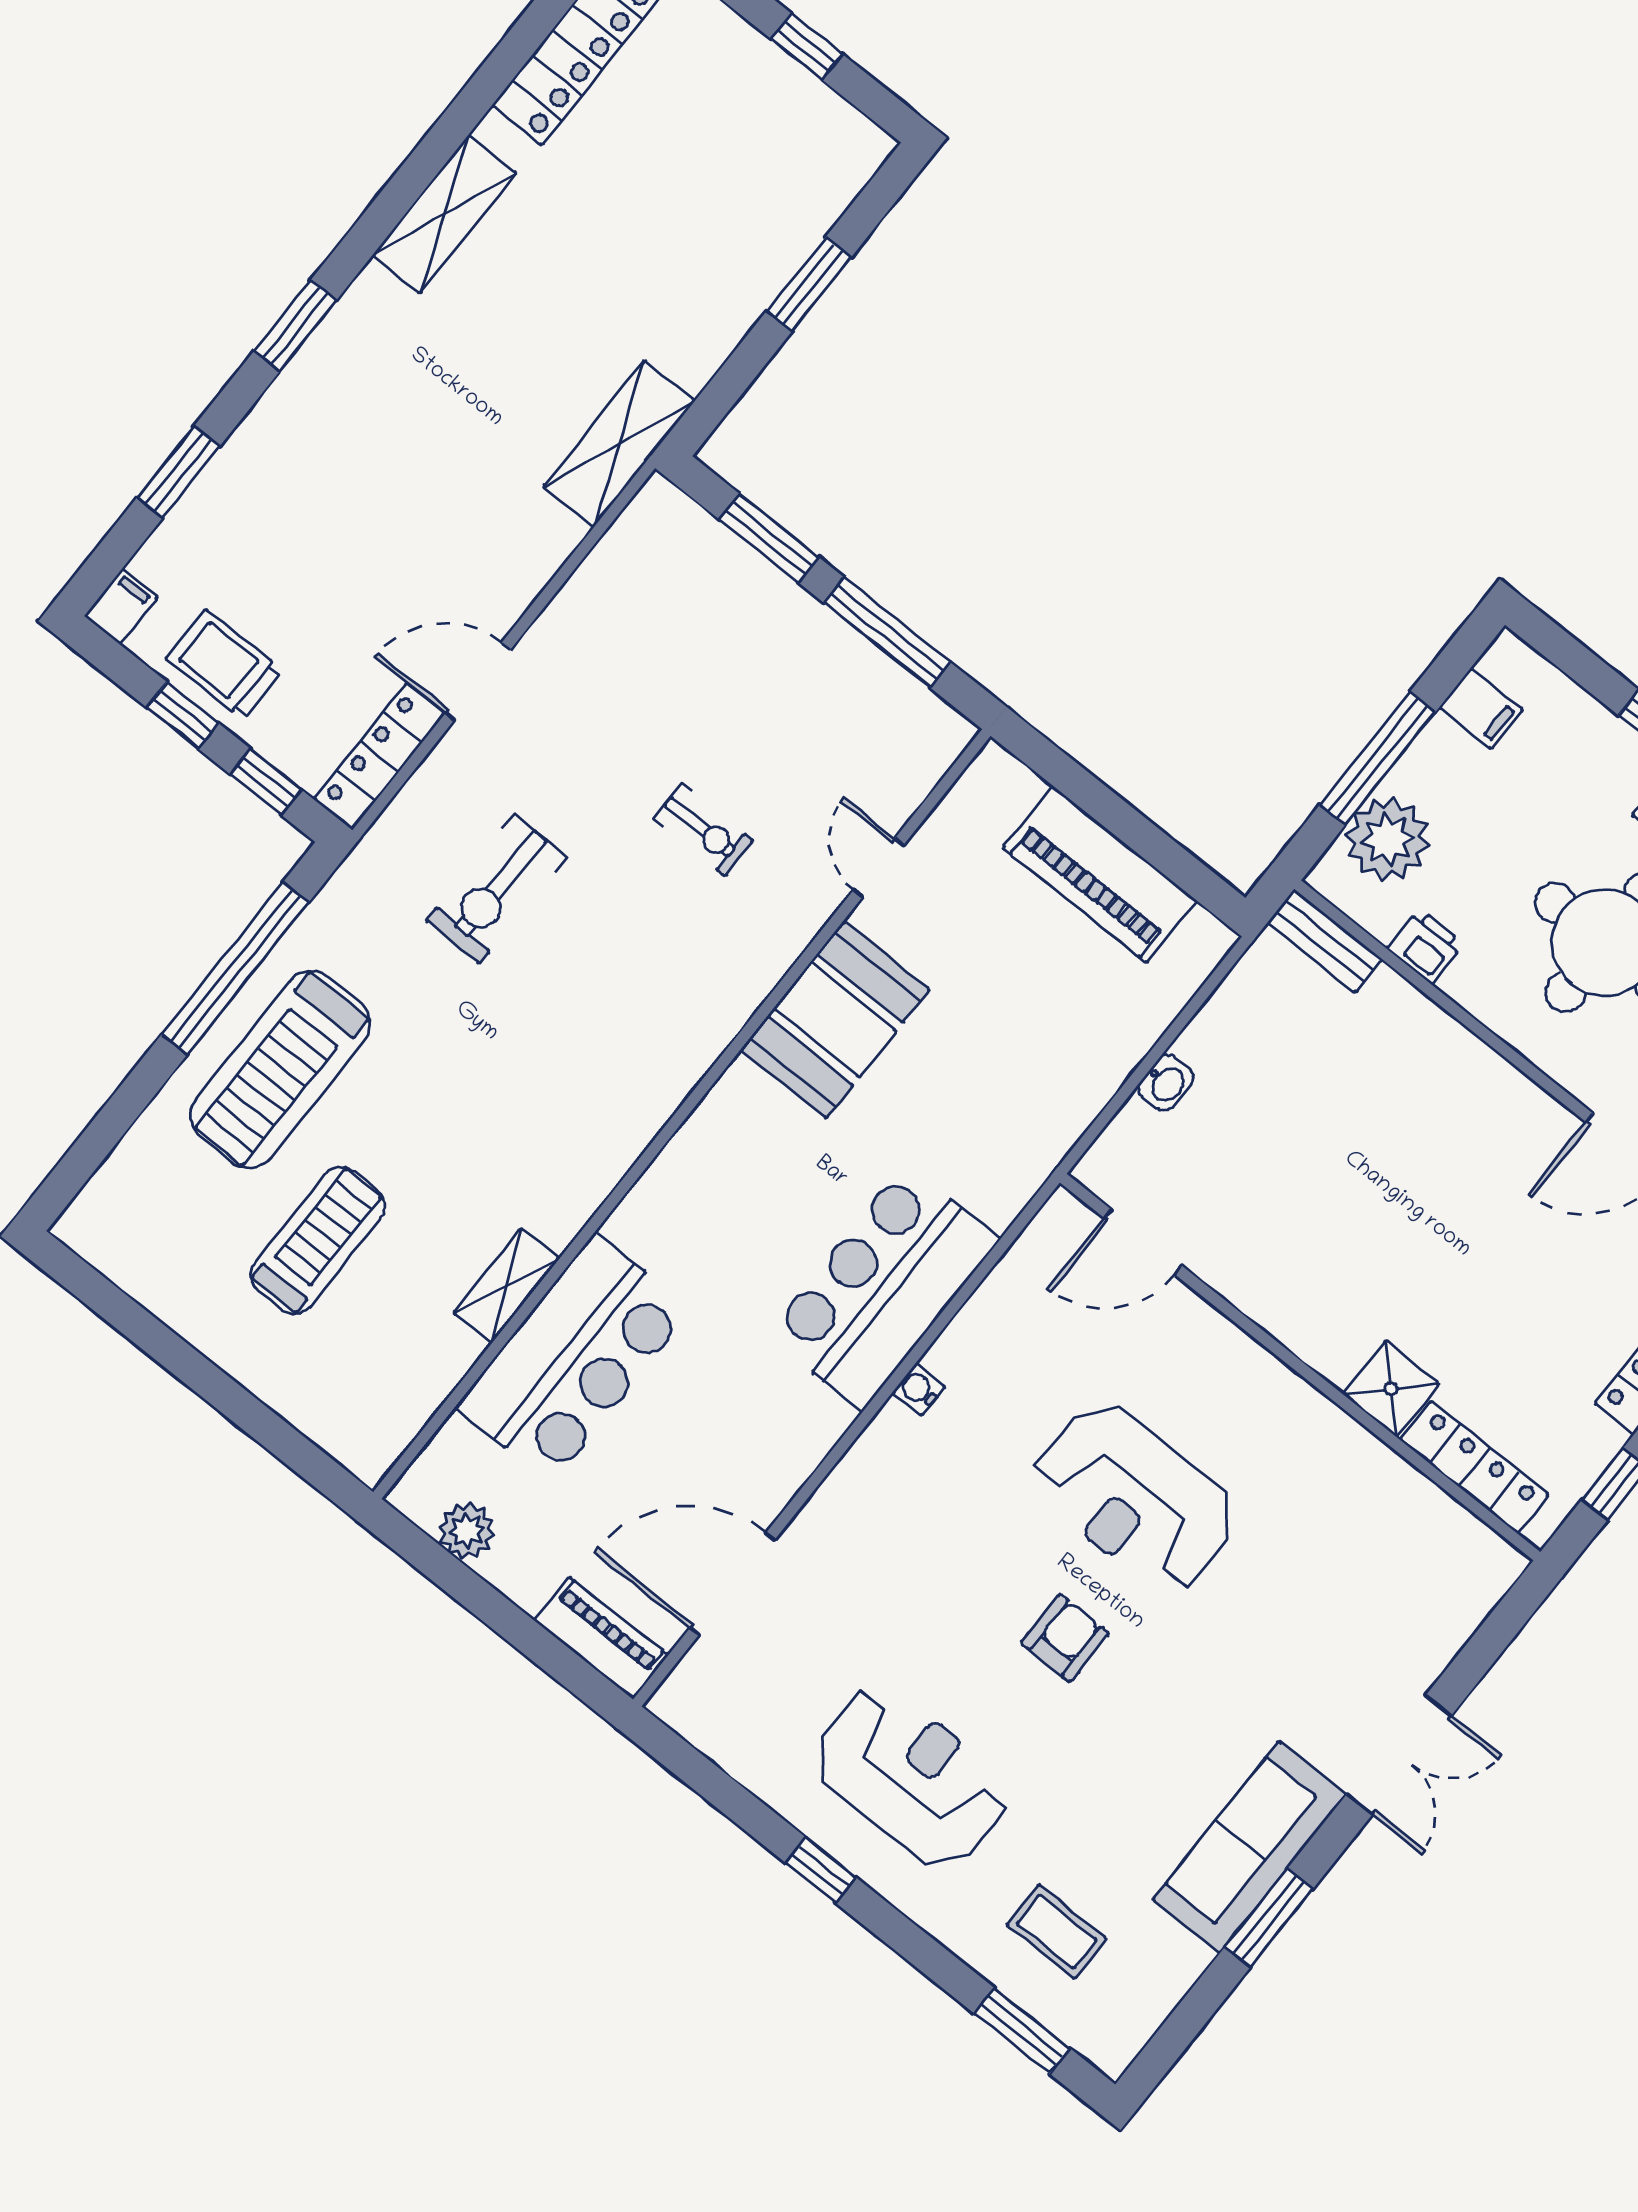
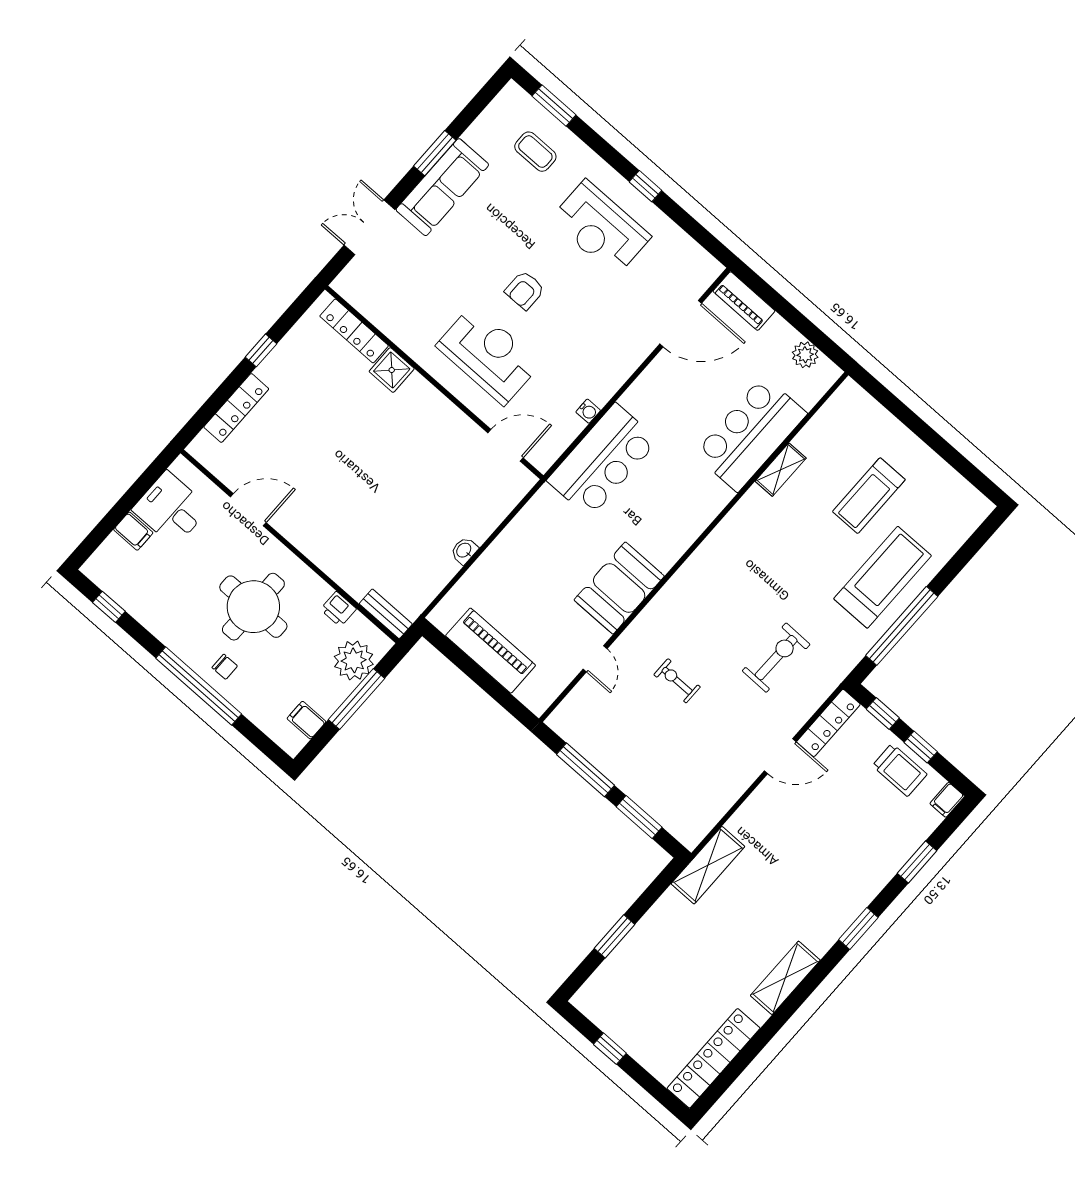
door: (1143, 1242) -> (506, 445), moved
wall: (1300, 1367) -> (434, 382), moved
shower: (1391, 1389) -> (392, 370), moved
locker: (1474, 1467) -> (354, 331), moved

